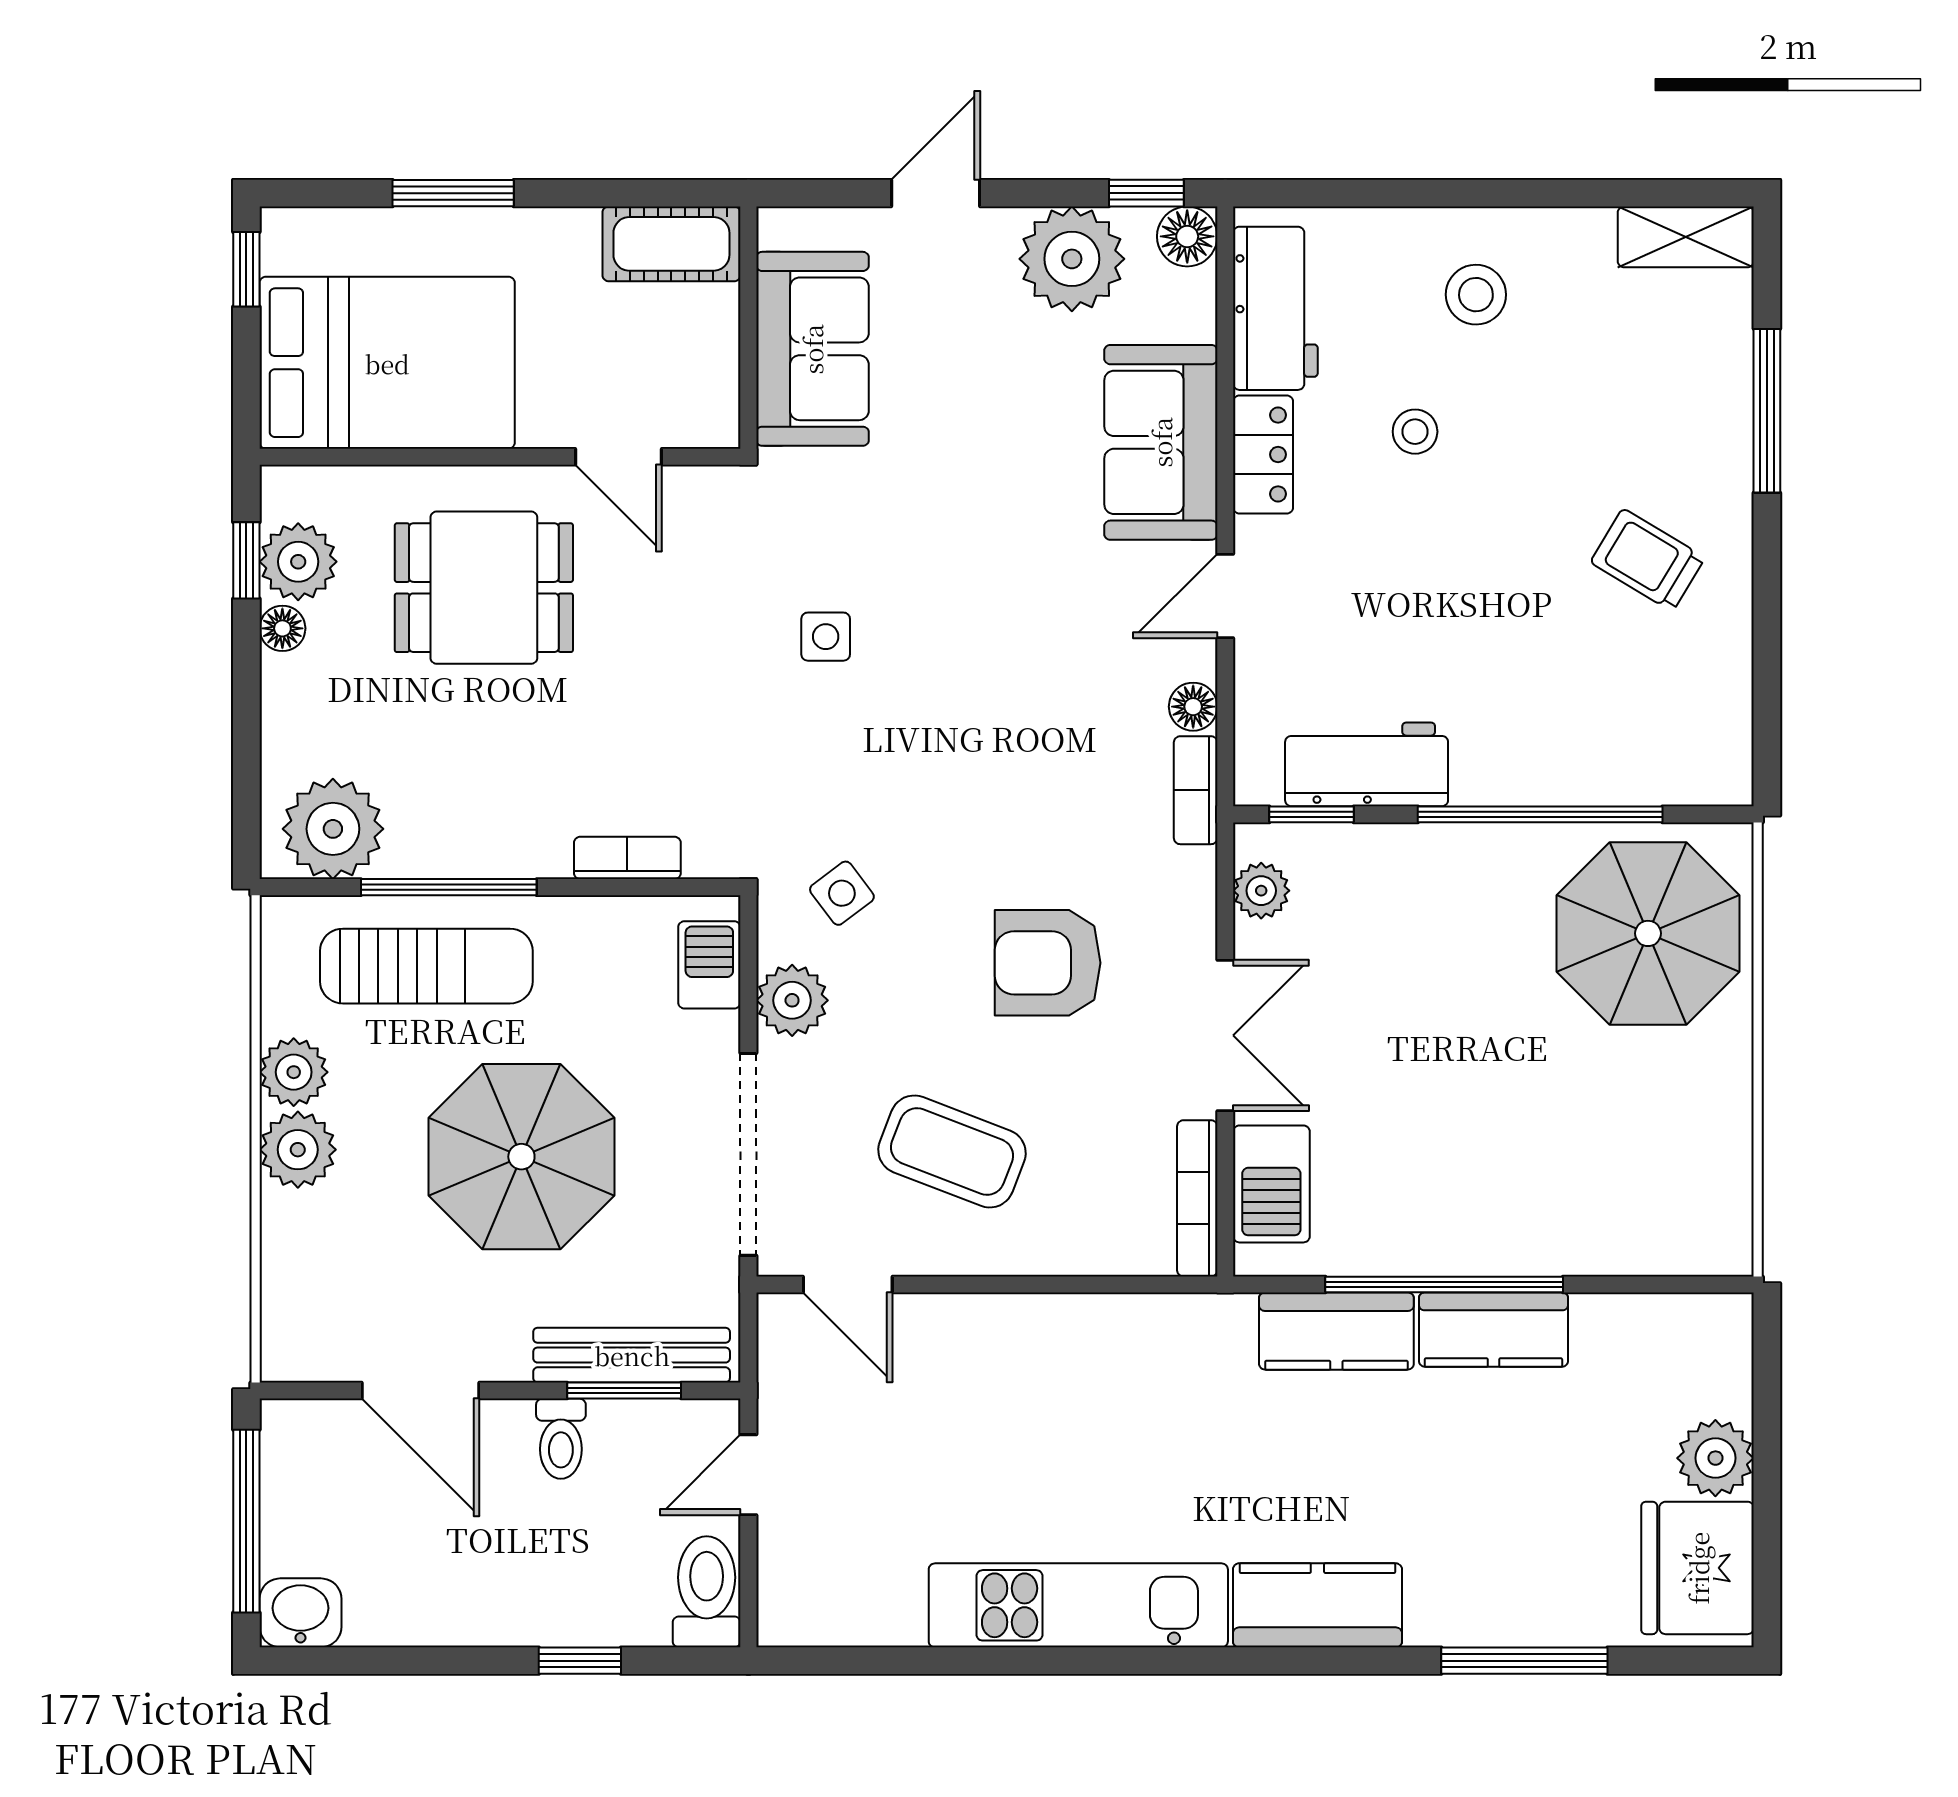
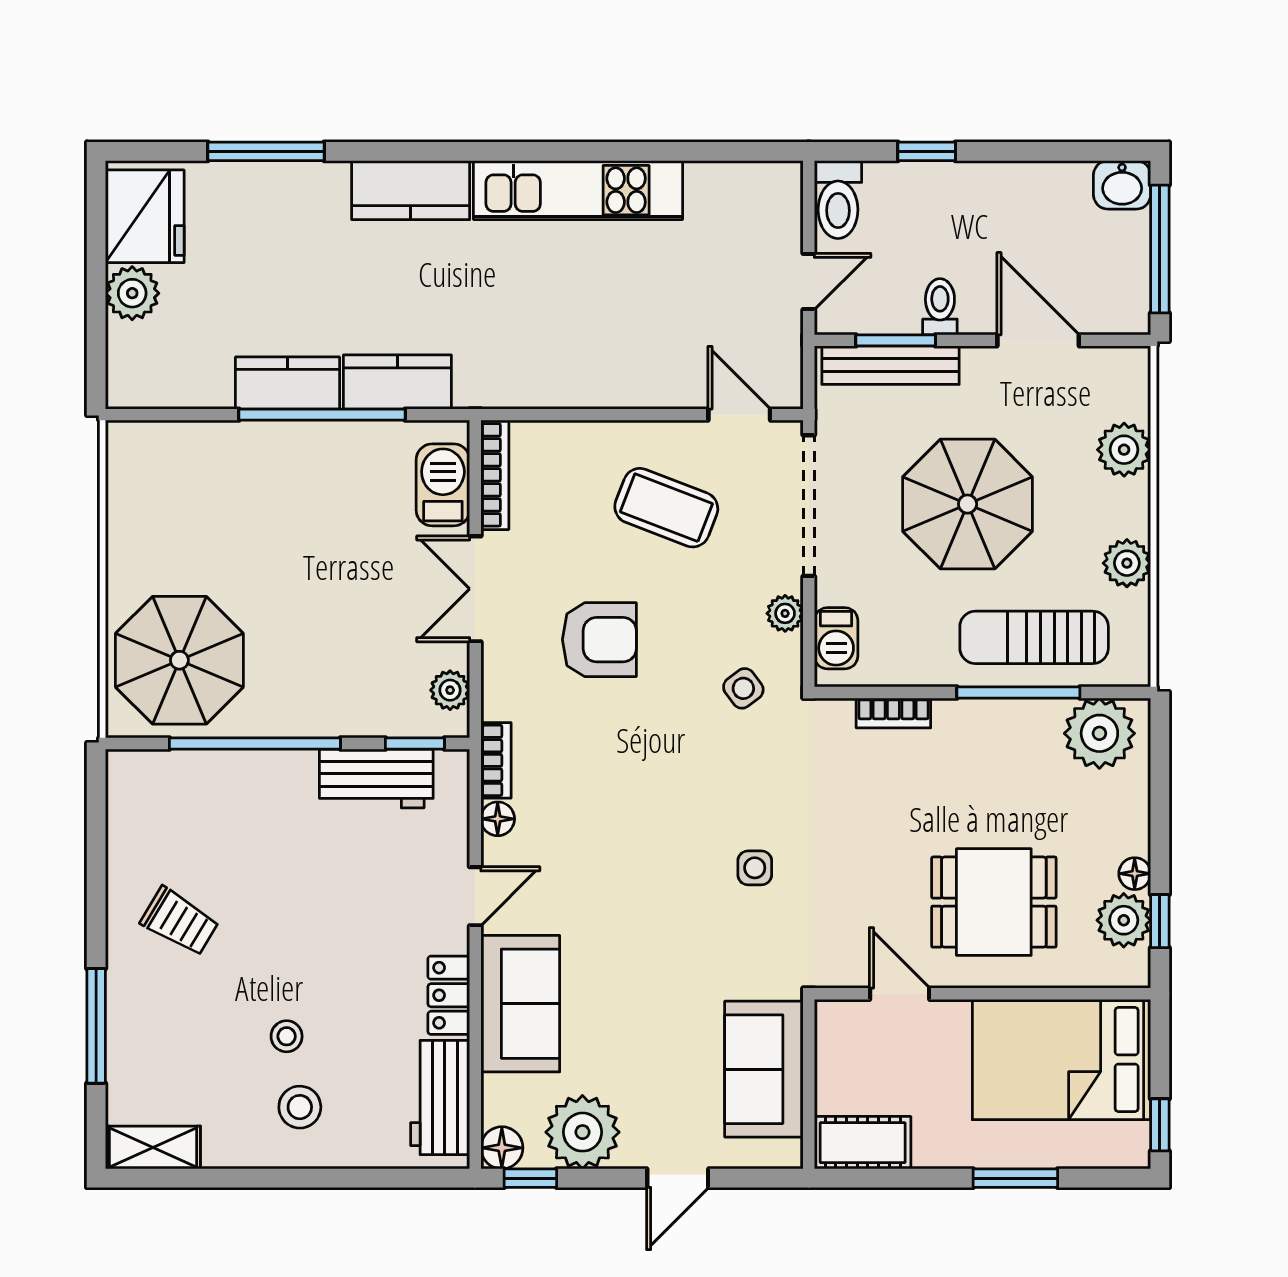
stool: (1415, 432) -> (287, 1036), moved
plant: (792, 1000) -> (785, 613), width x0.73, depth x0.73
plant: (298, 1150) -> (1124, 450), moved

